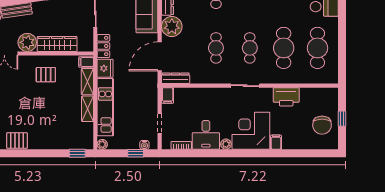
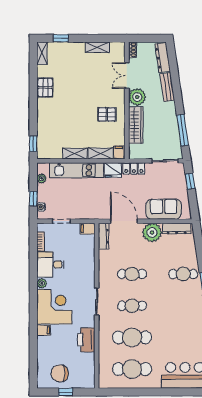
pallet: (46, 75) -> (107, 114), turned 90
plant: (102, 144) -> (42, 178), moved

